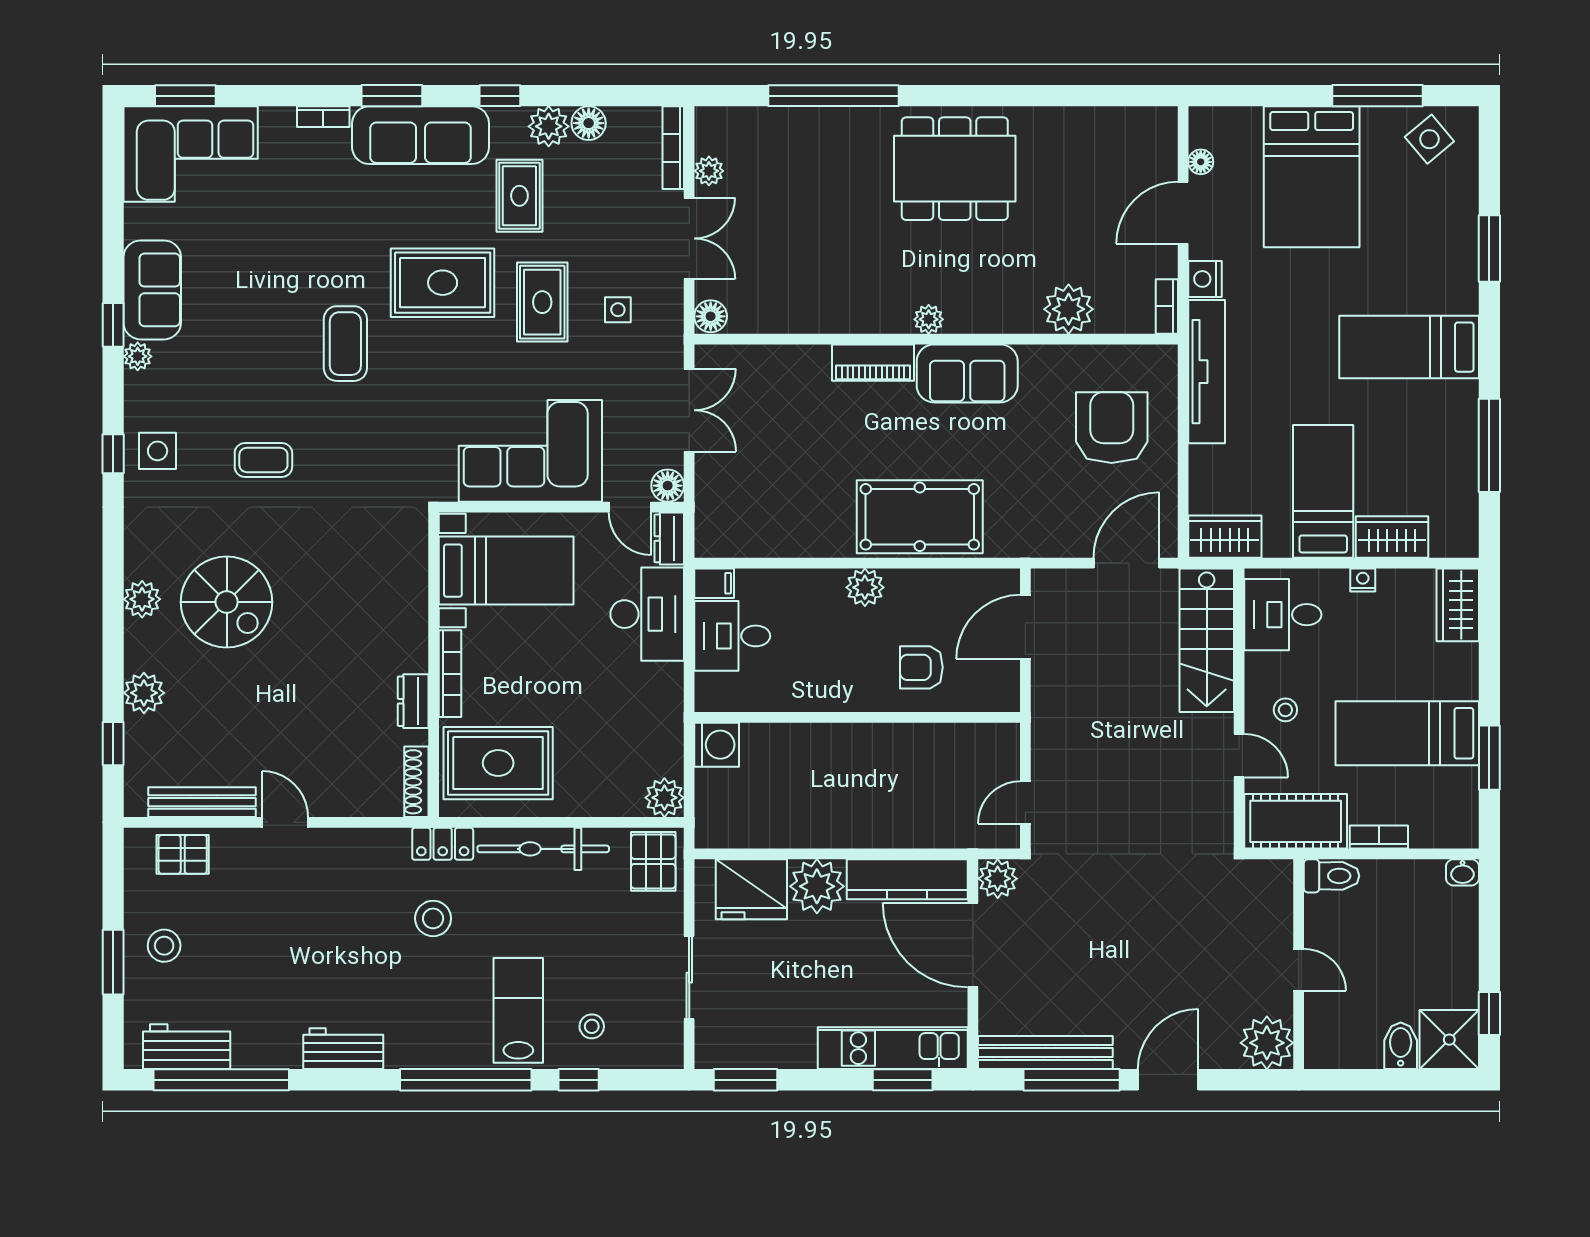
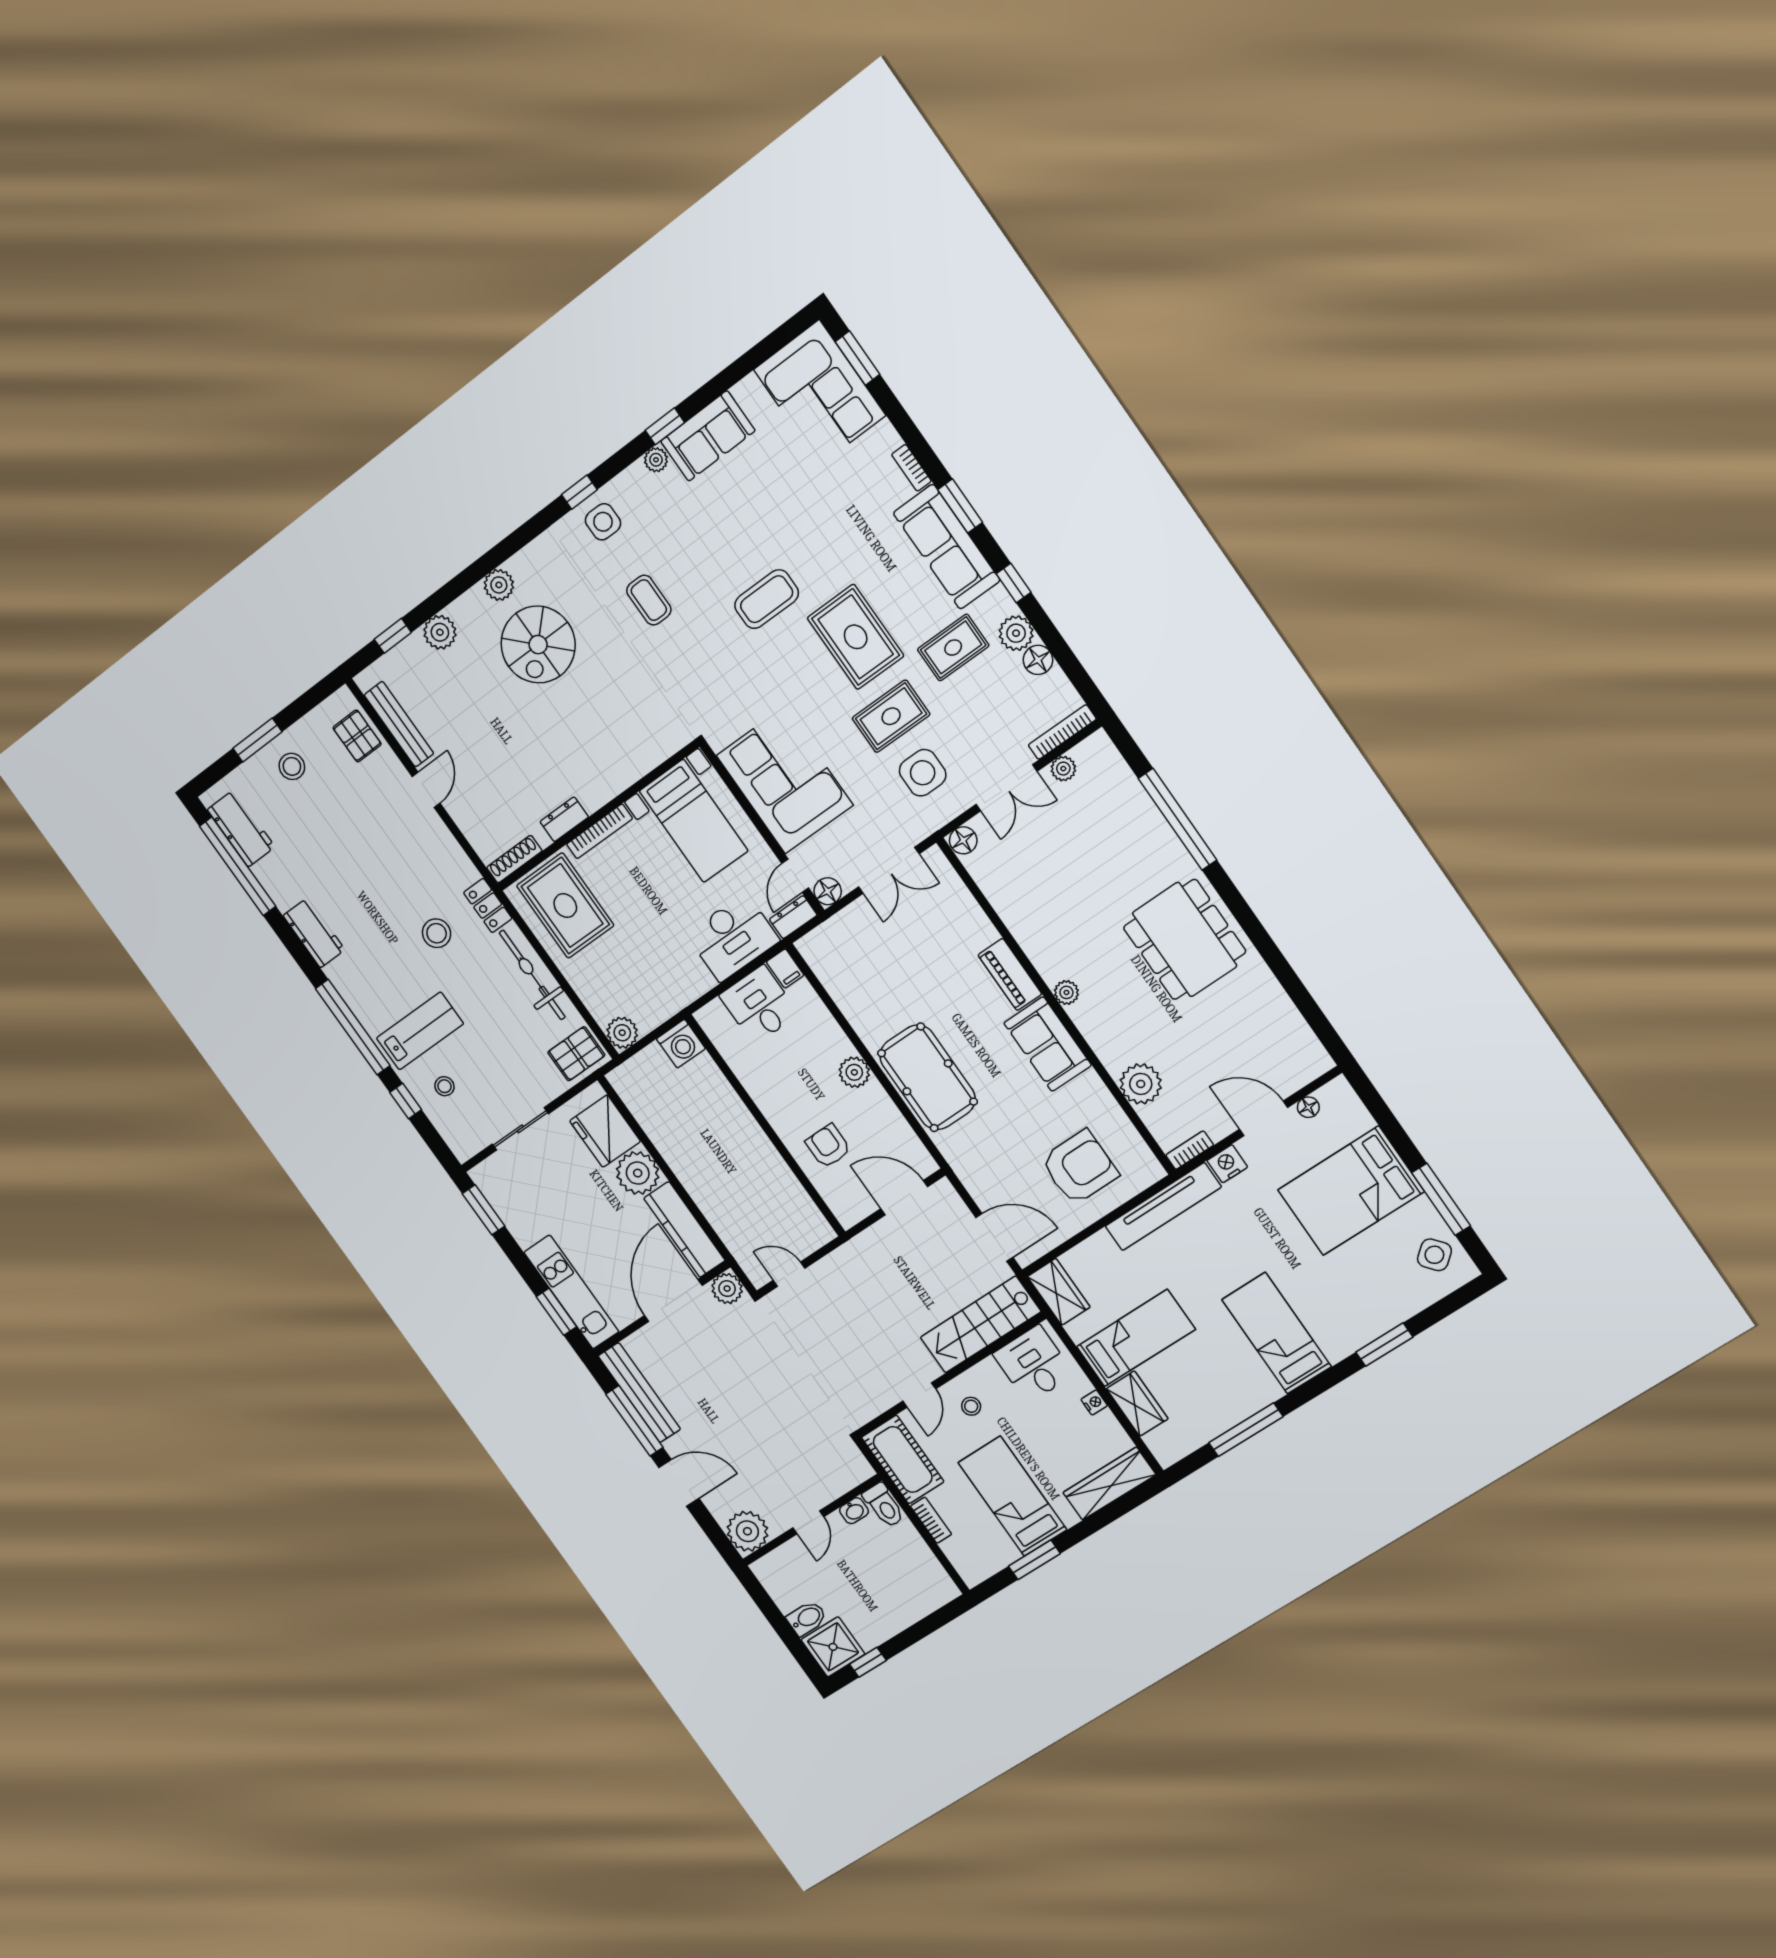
side table: (618, 310) -> (923, 773), width x1.87, depth x1.87
wardrobe: (1458, 605) -> (1109, 1484), width x1.50
washbasin: (1463, 872) -> (854, 1511), moved, turned -90

